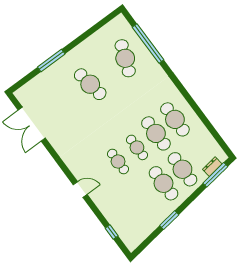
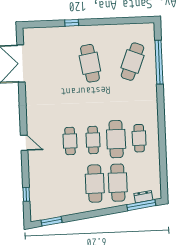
window: (51, 61) -> (72, 23), width x0.46
cafe table: (175, 119) -> (139, 138), width x0.73, depth x0.74
window: (169, 220) -> (51, 221), moved

